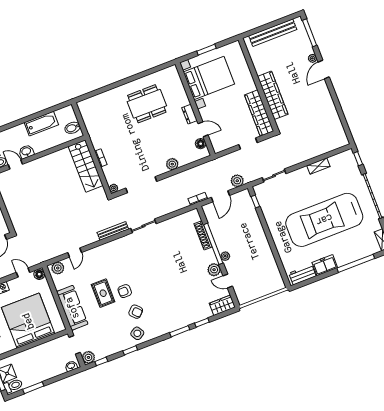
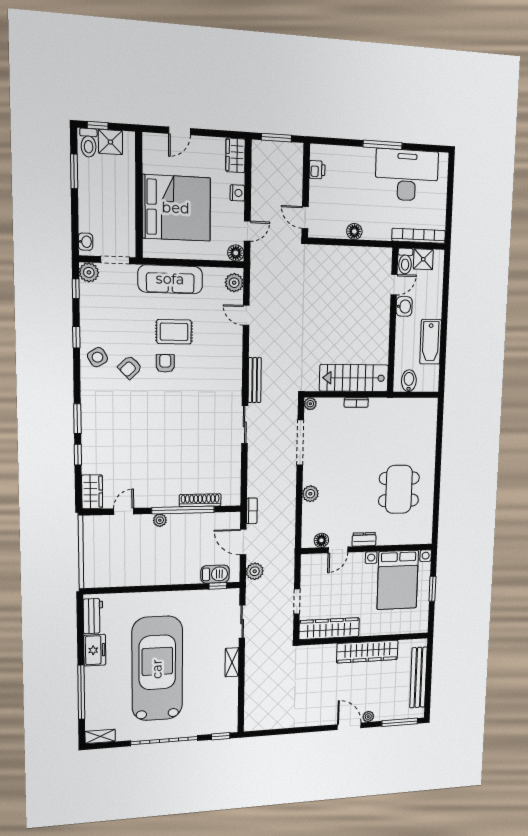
wardrobe: (273, 95) -> (367, 652), moved
shelving: (318, 166) -> (232, 662), moved
barbecue: (248, 207) -> (215, 574), added
plant: (214, 270) -> (147, 498), removed

